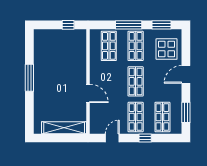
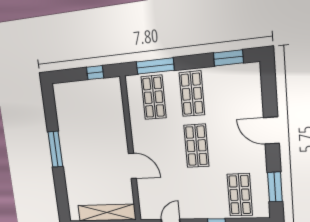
window: (129, 25) -> (155, 66), moved
display table: (167, 49) -> (239, 94), removed
door: (186, 74) -> (271, 131), hinge flipped
shop shelf: (136, 117) -> (201, 196), removed

